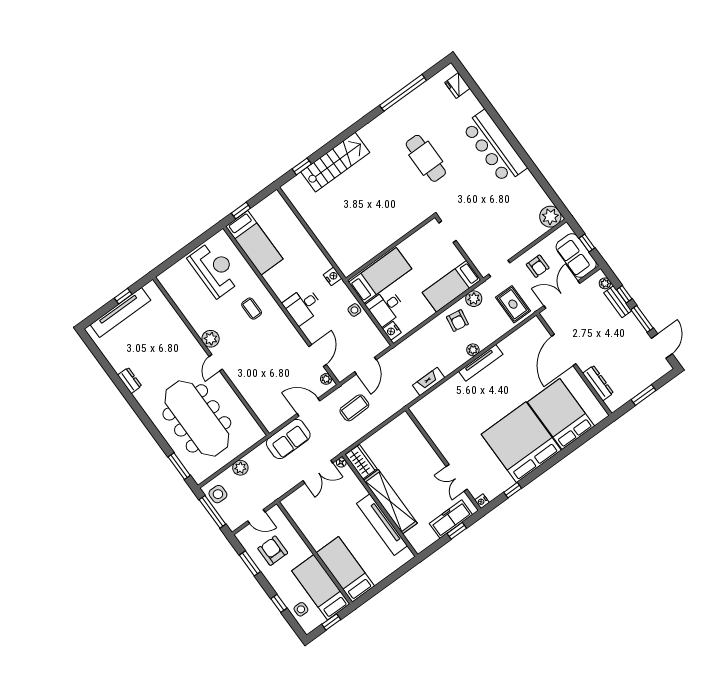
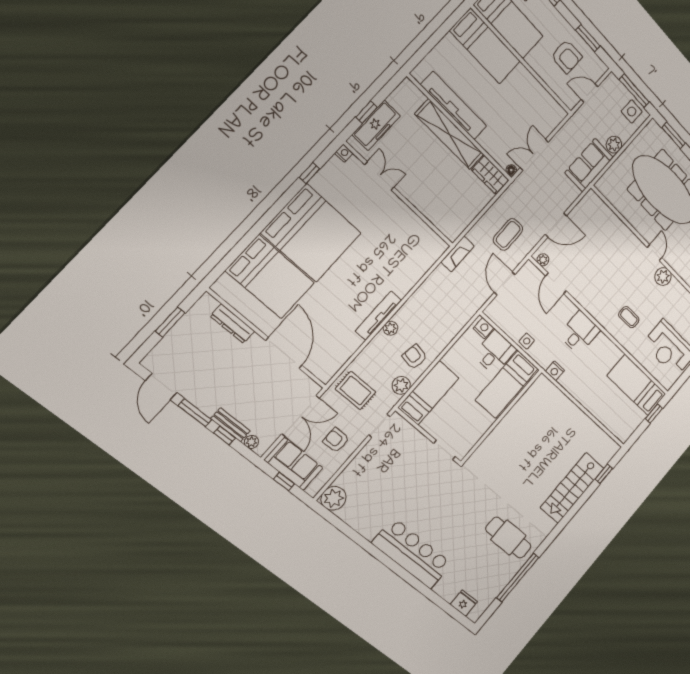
cafe table: (426, 158) -> (508, 538), moved
fireplace: (429, 381) -> (458, 254), moved
sofa: (288, 439) -> (589, 165), moved

